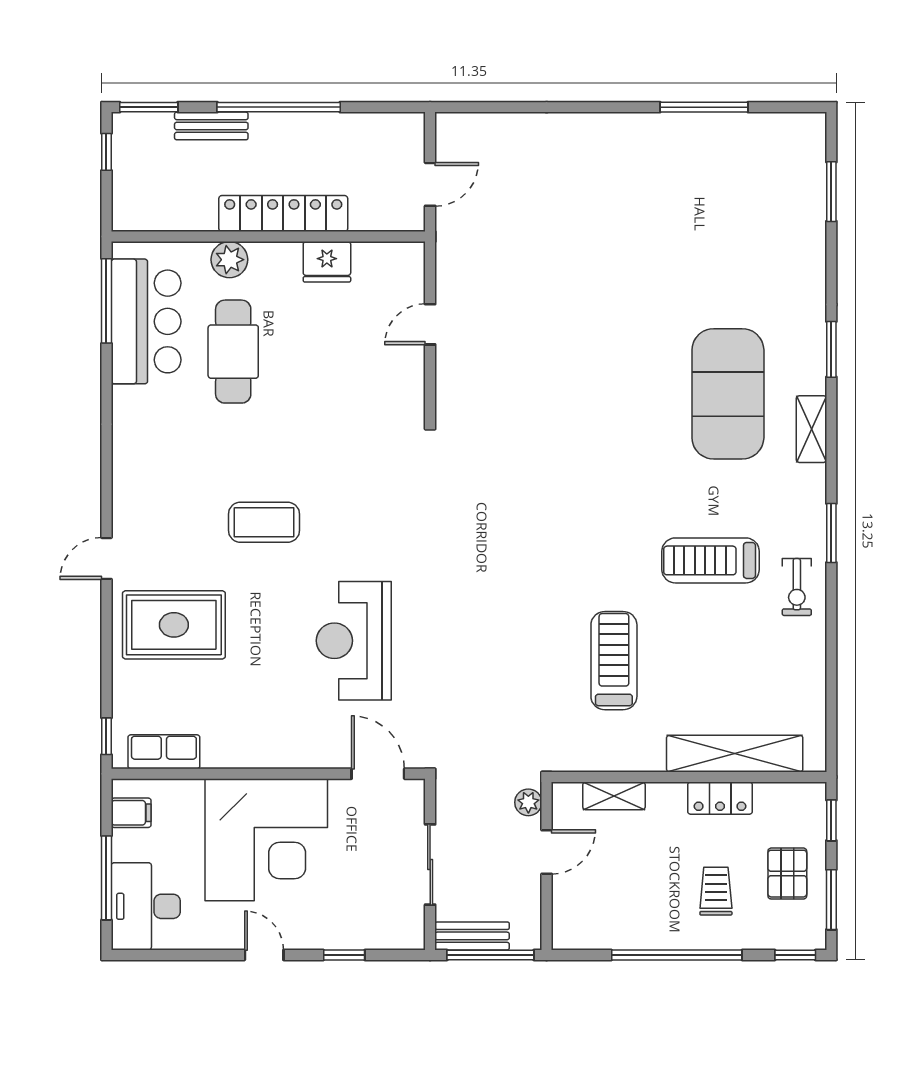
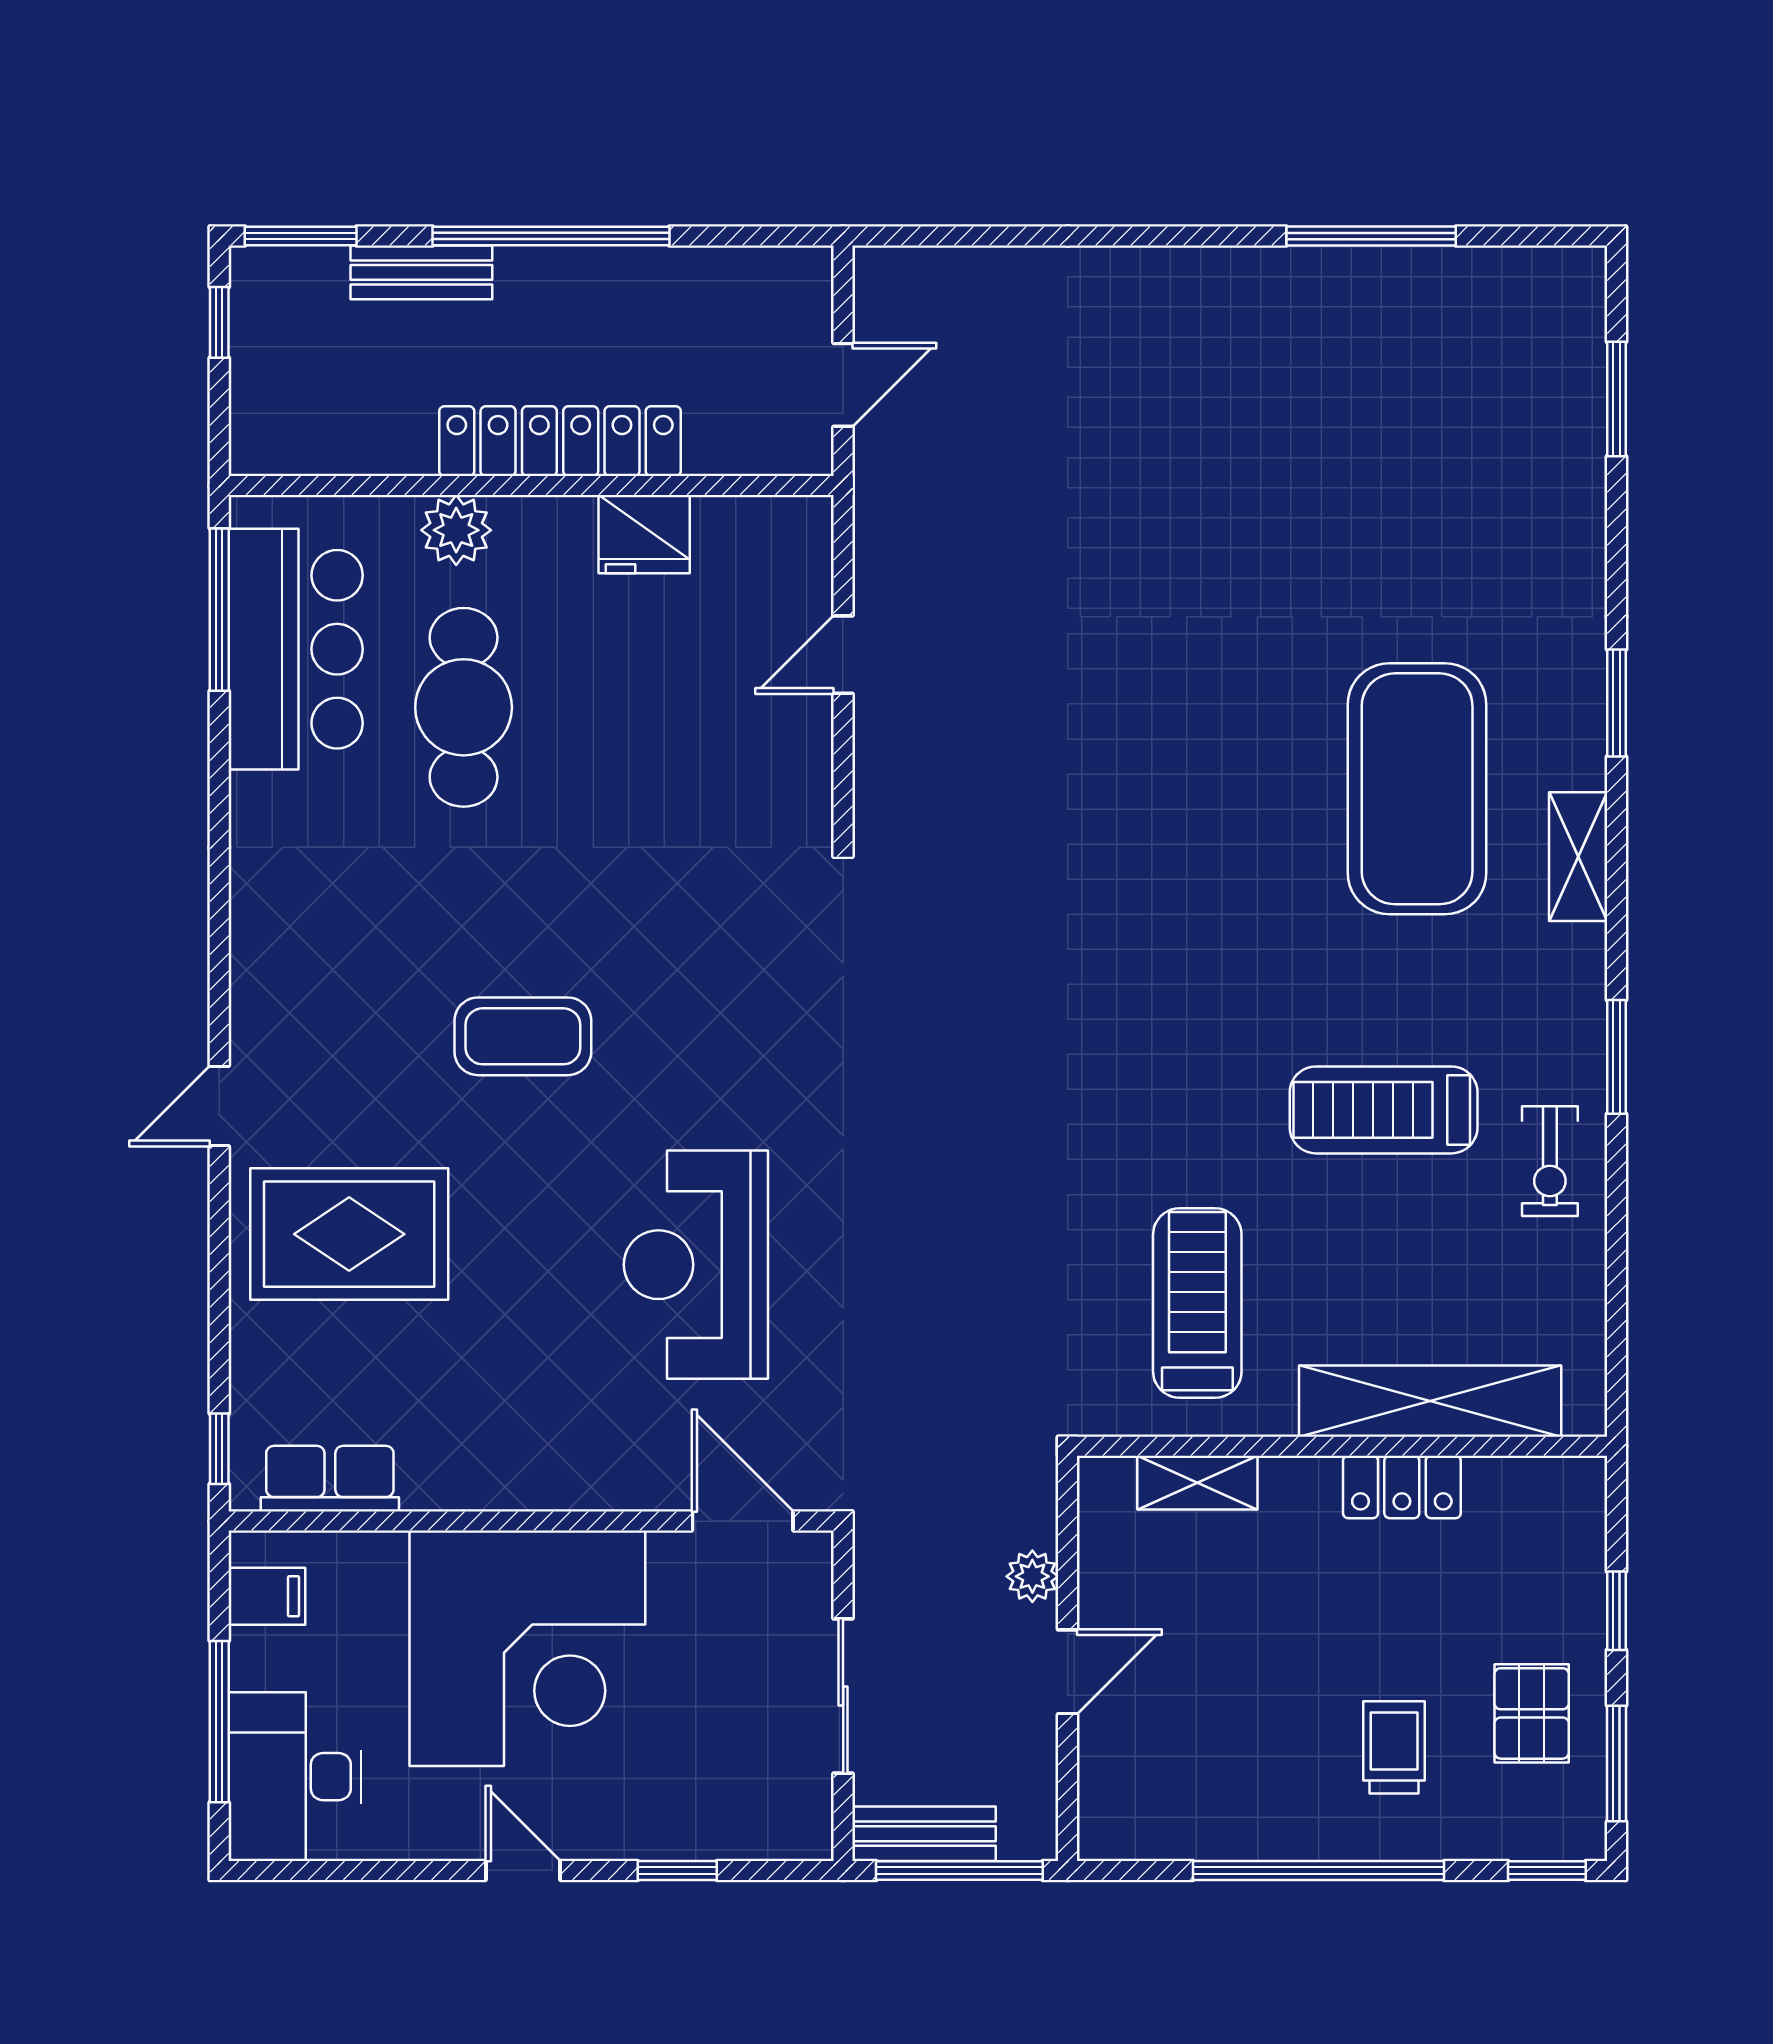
shelving: (735, 754) -> (1430, 1401), moved
wall: (689, 777) -> (1342, 1446), moved
shelving: (614, 796) -> (1197, 1483), moved
locker: (720, 798) -> (1402, 1487), moved

